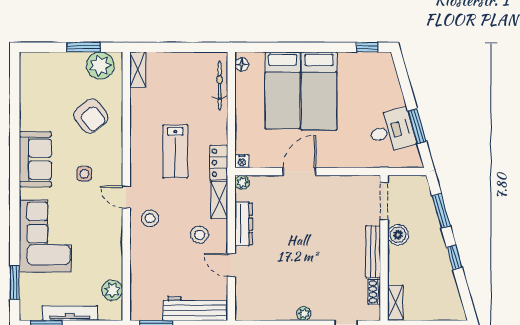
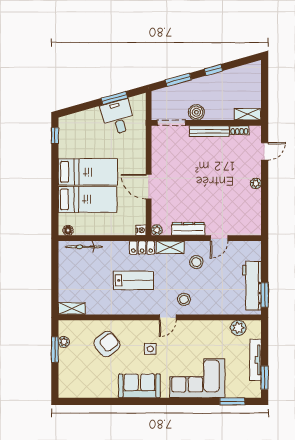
plant: (100, 66) -> (64, 342), width x0.53, depth x0.53
workbench: (195, 309) -> (252, 286), moved

